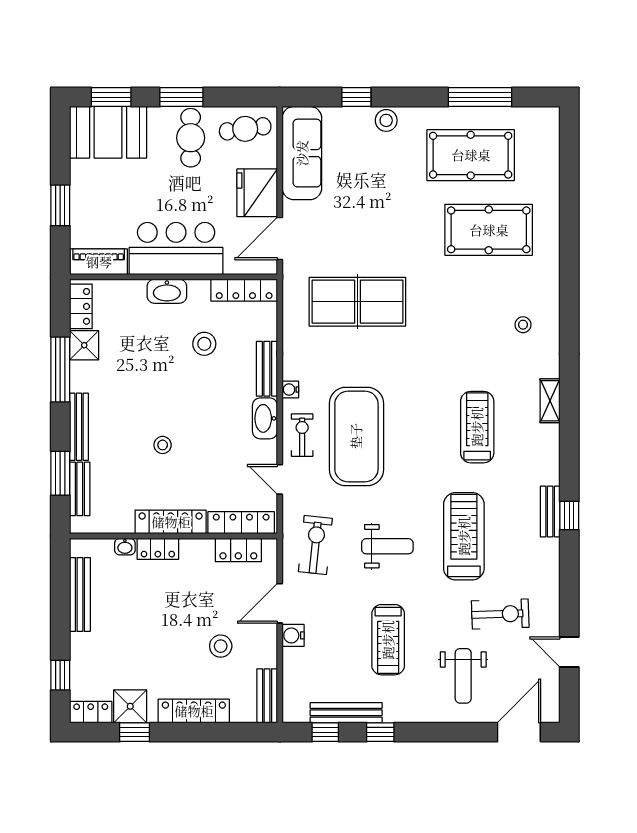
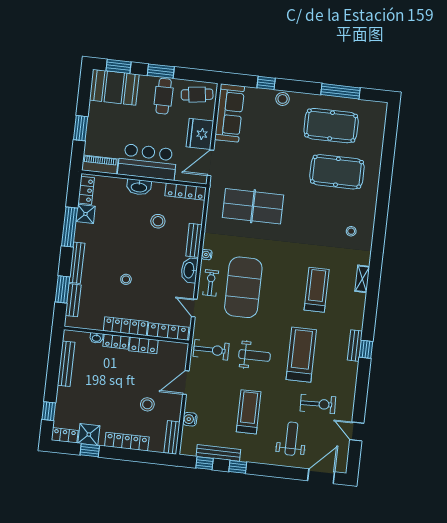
exercise bike: (315, 545) -> (211, 350), turned 84
locker: (238, 550) -> (144, 345), moved
water cooler: (293, 635) -> (190, 419), moved
treadmill: (388, 640) -> (249, 412), turned 180
weight bench: (463, 676) -> (291, 439), turned 180

